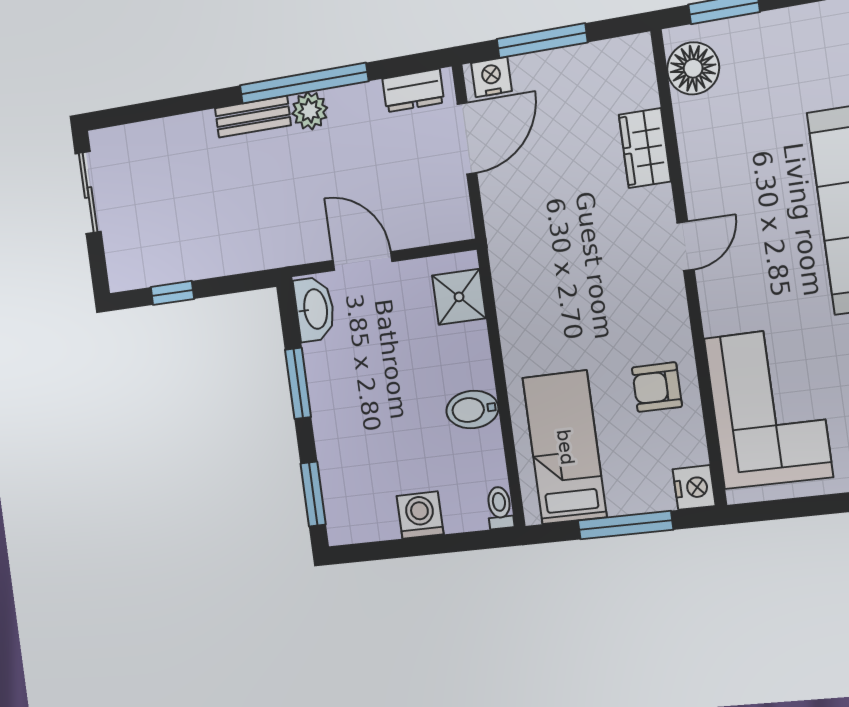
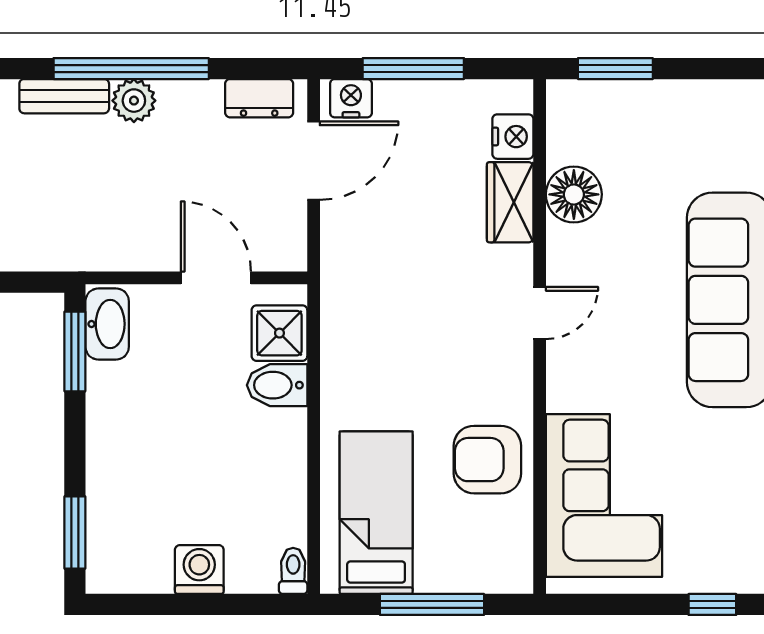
floor lamp: (693, 68) -> (574, 194), moved
door: (362, 261) -> (216, 278), moved
window: (298, 383) -> (75, 351), moved
armchair: (657, 387) -> (487, 460), width x1.38, depth x1.38
bidet: (472, 410) -> (277, 385), moved
nightstand: (694, 487) -> (513, 137), moved

